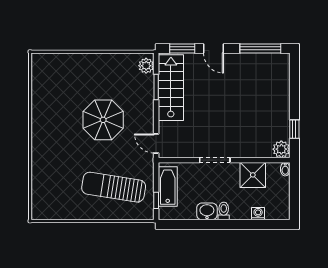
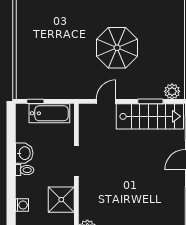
door: (156, 144) -> (106, 101), moved
sun lounger: (114, 187) -> (49, 58), removed

